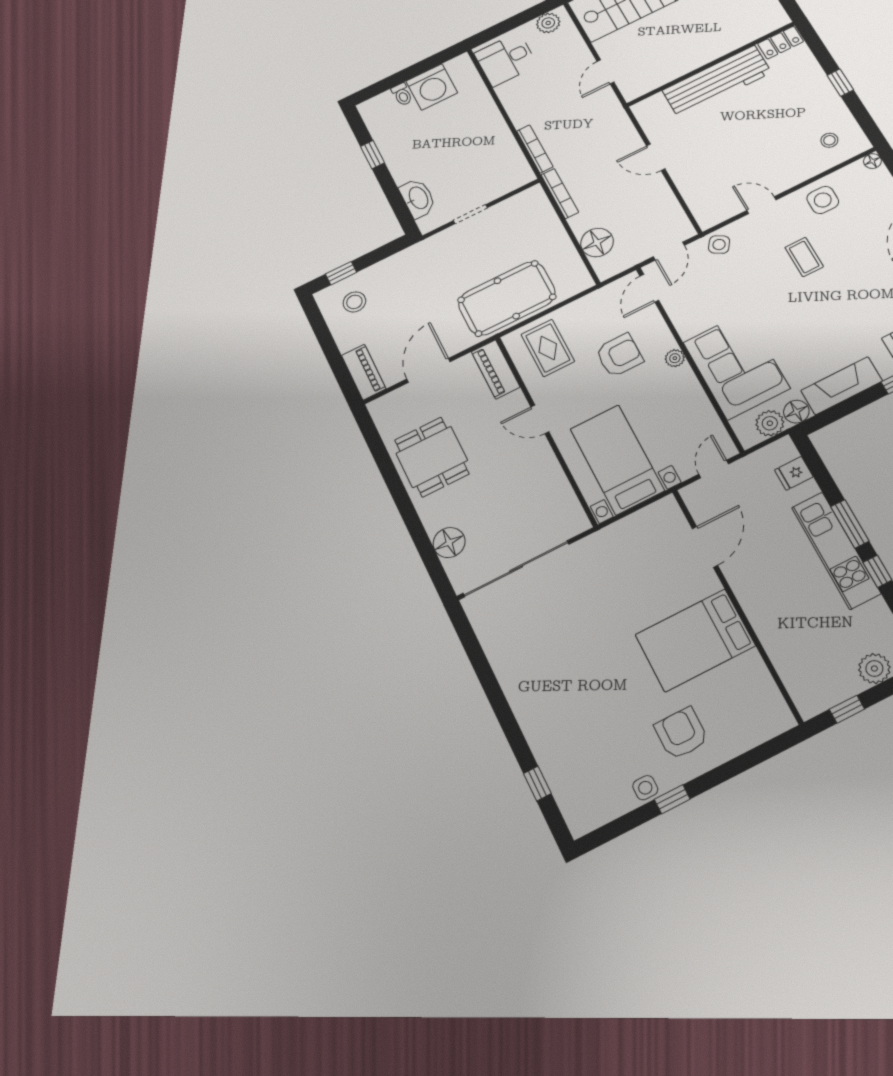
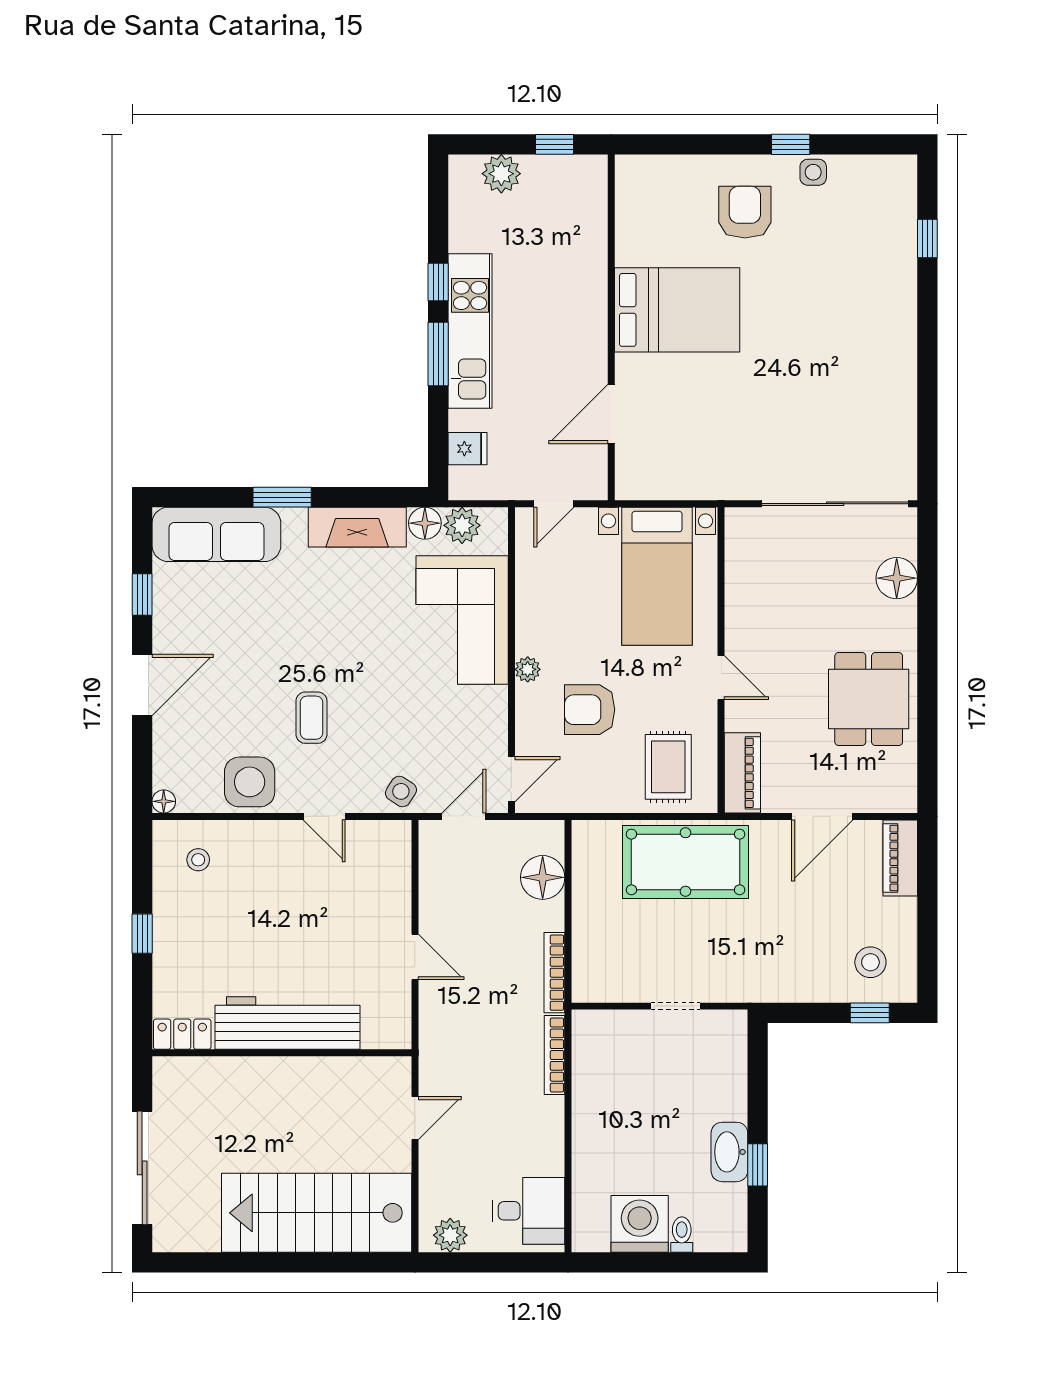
washbasin: (418, 198) -> (729, 1152), moved
side table: (823, 200) -> (250, 782), width x1.37, depth x1.37
armchair: (681, 733) -> (745, 212), turned 180

